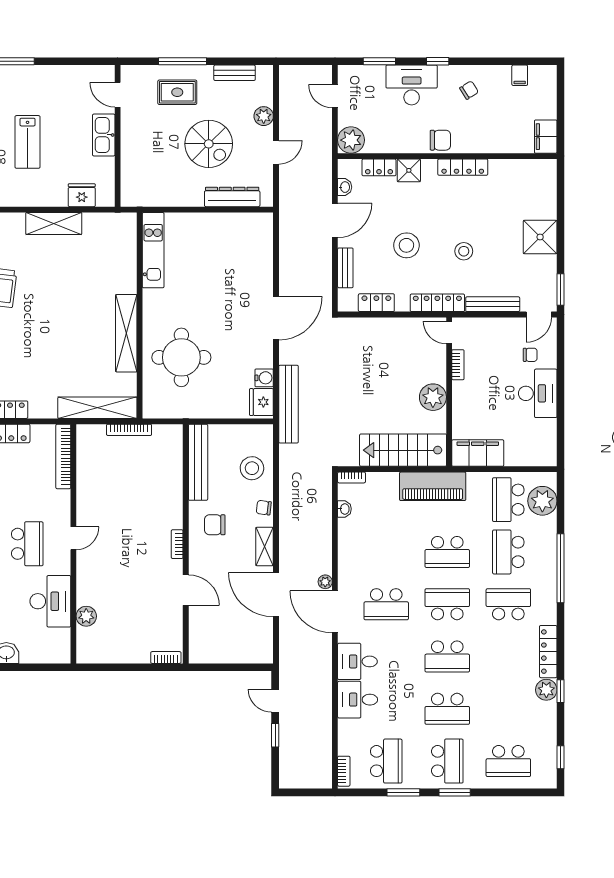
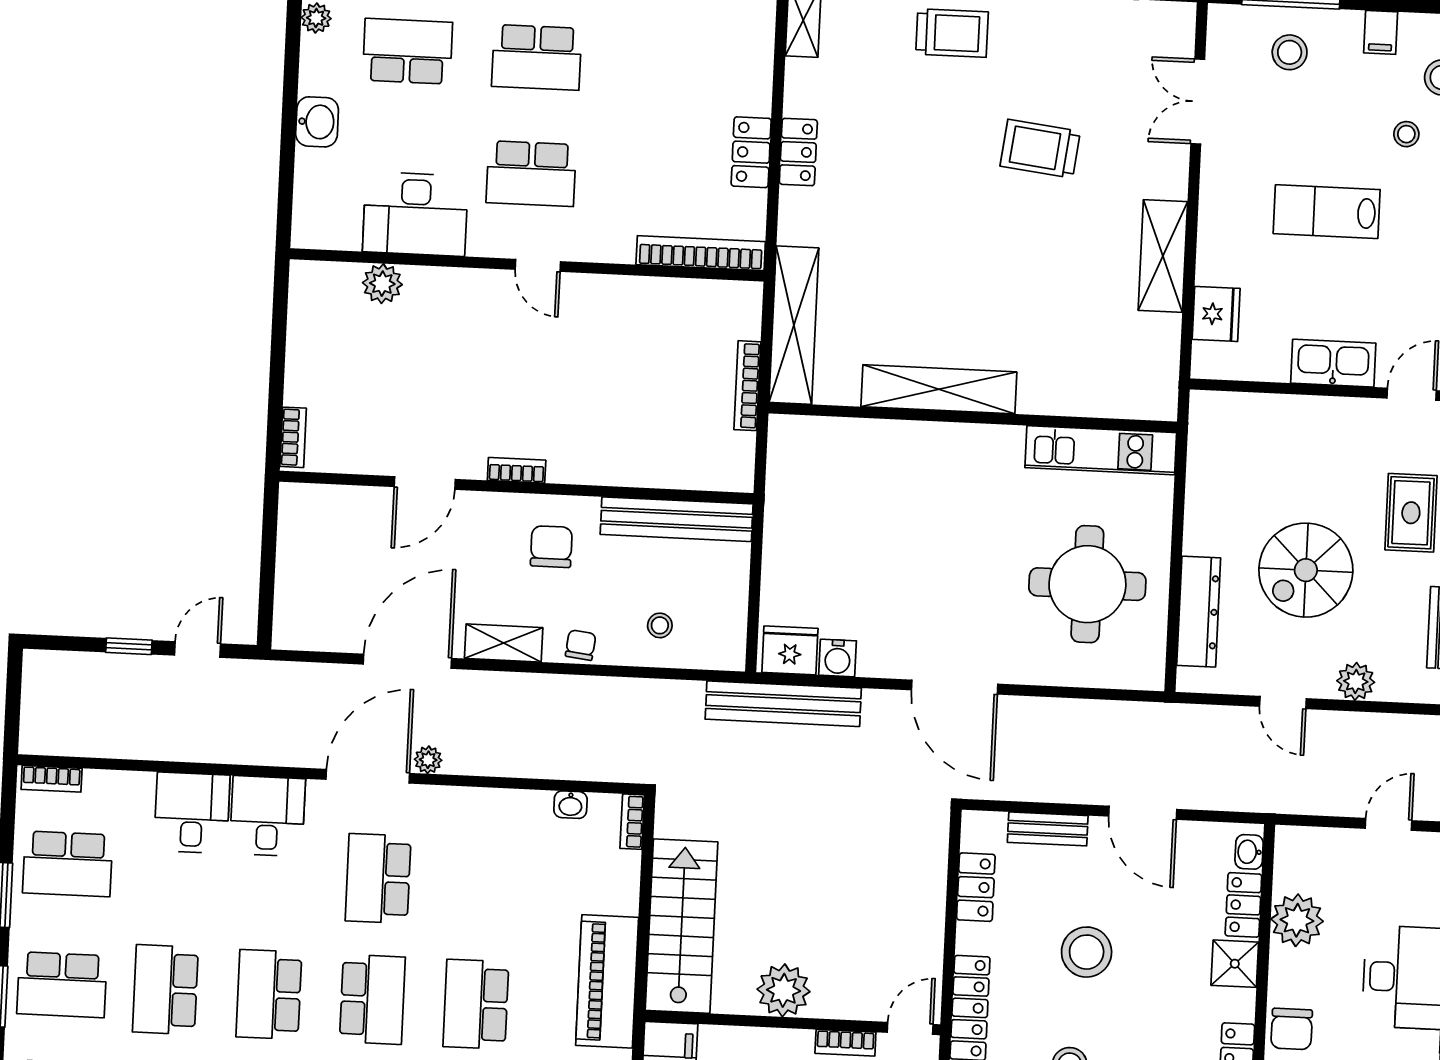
plant: (351, 140) -> (1297, 920), moved
washbasin: (345, 187) -> (1249, 852), moved, turned 90
round table: (181, 357) -> (1087, 584), moved
stool: (252, 468) -> (660, 625), width x0.53, depth x0.53

